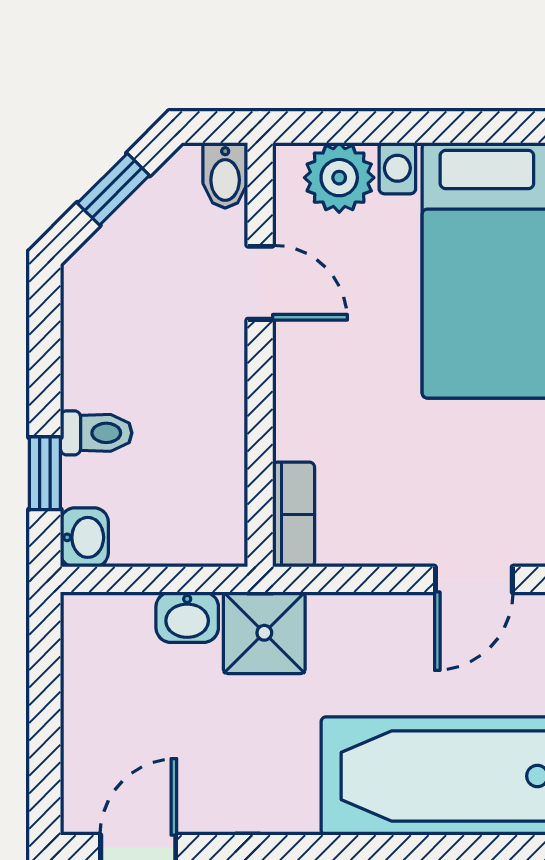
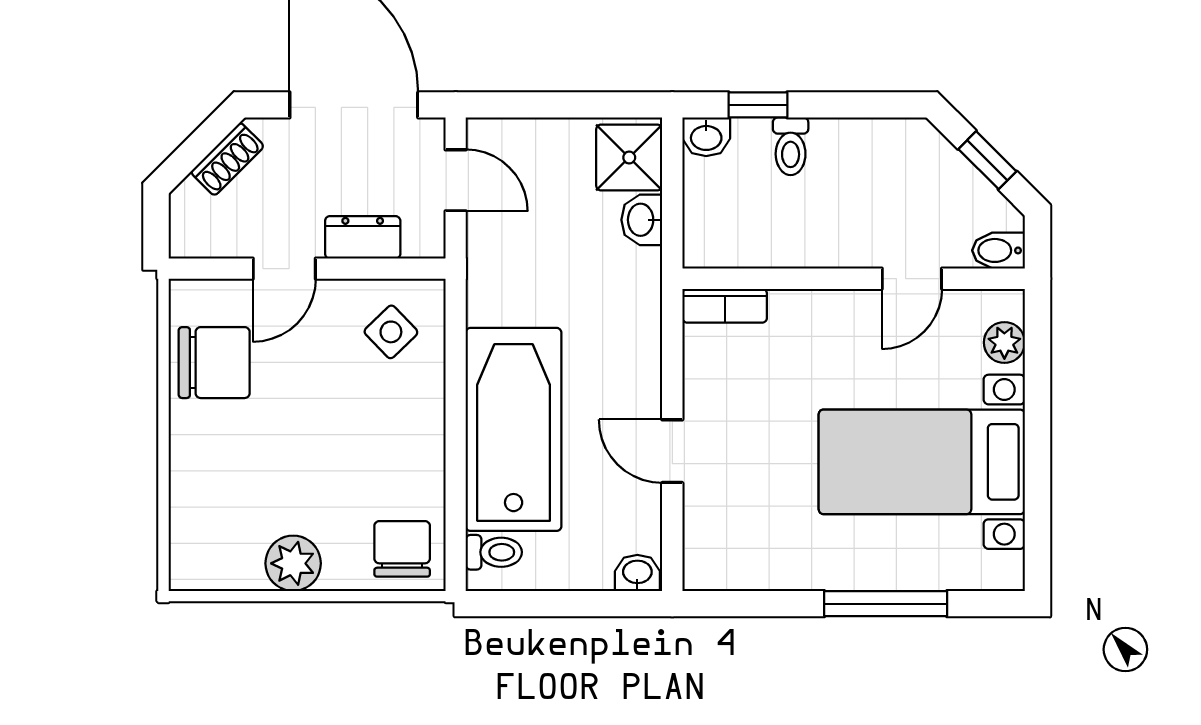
plant: (339, 178) -> (1004, 342), width x0.73, depth x0.73
shower: (264, 633) -> (629, 158), moved

